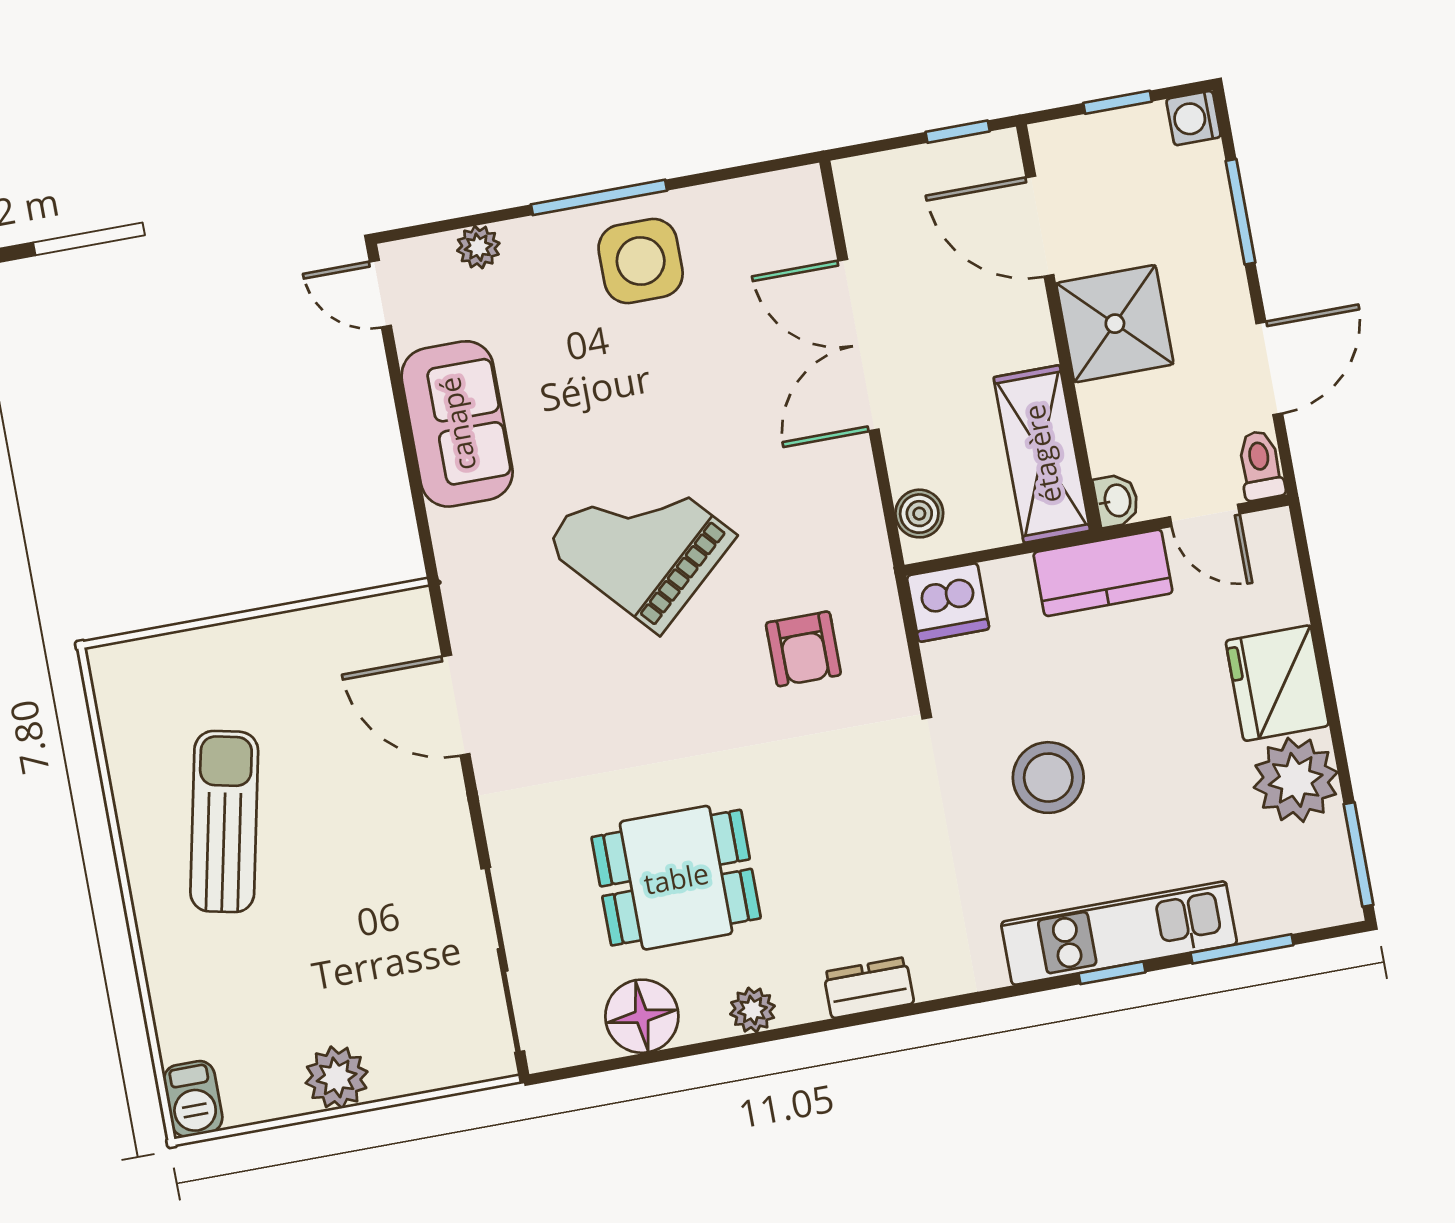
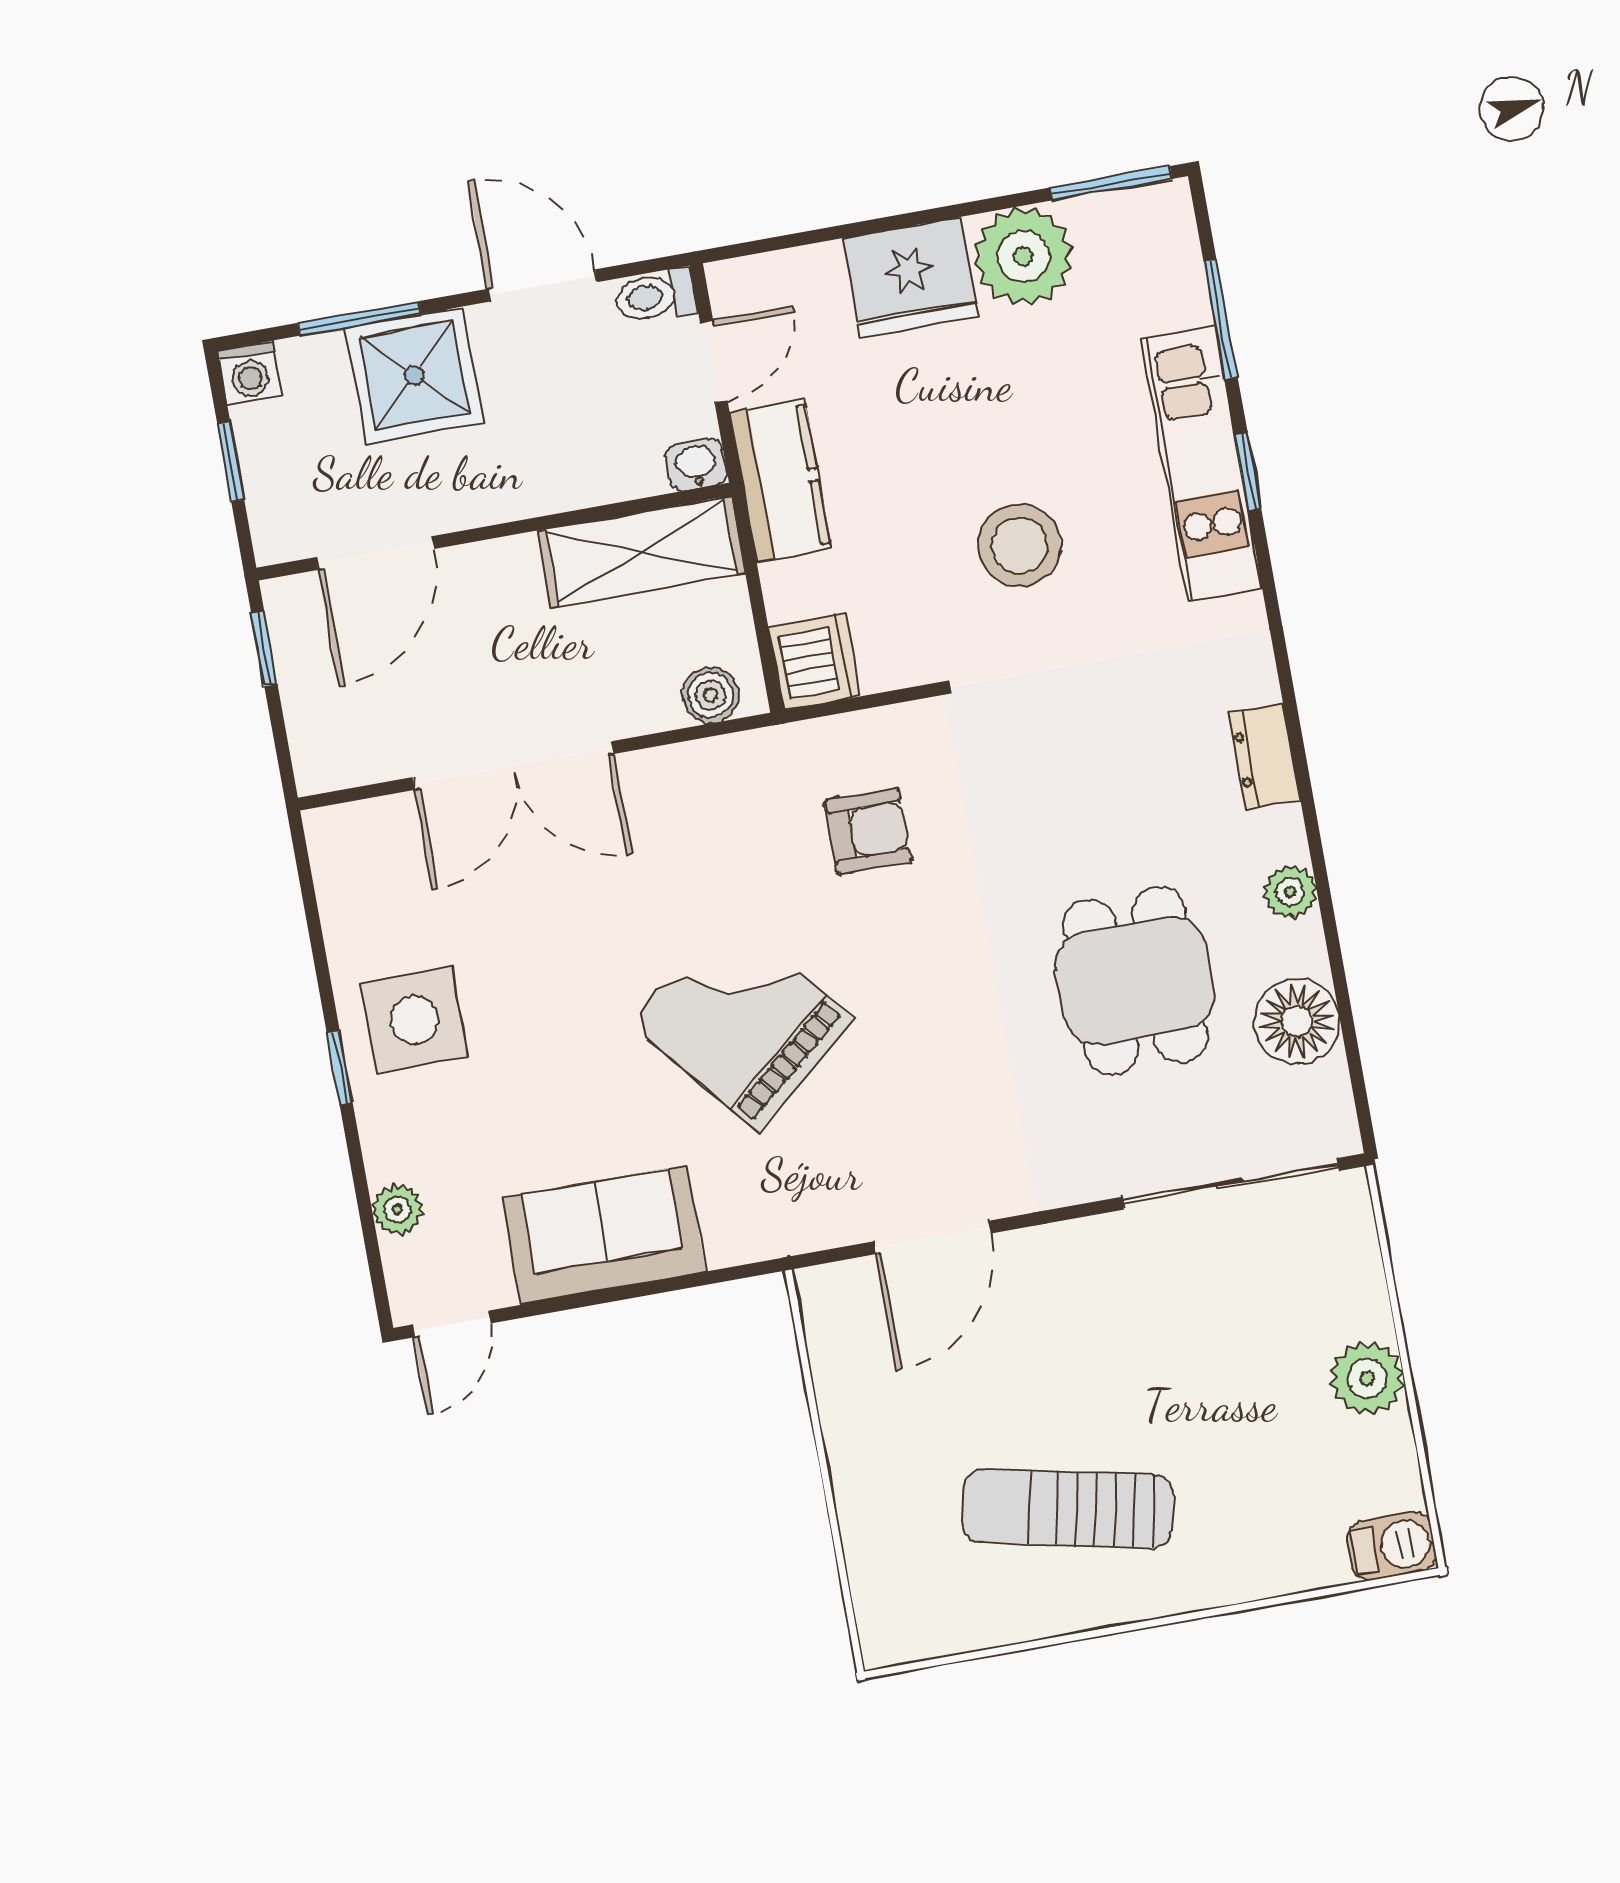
window: (599, 197) -> (340, 1068), width x0.46
shower: (1115, 324) -> (414, 375), moved
grand piano: (641, 541) -> (741, 1021), turned 92

